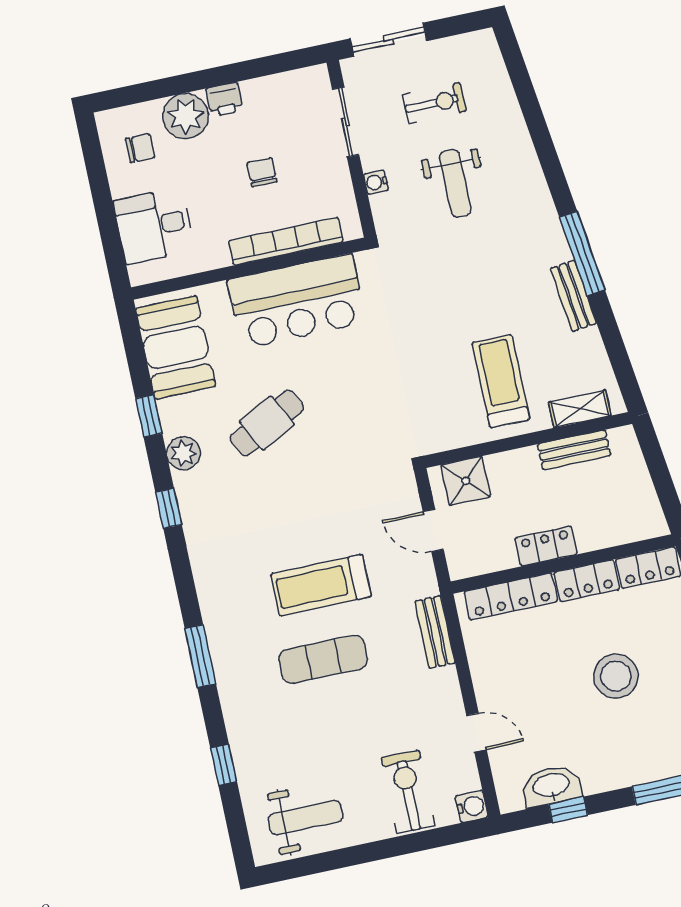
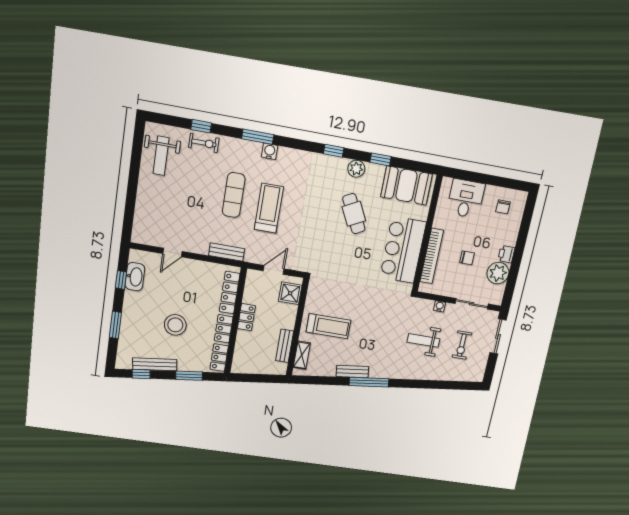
plant: (186, 116) -> (498, 273), moved
exercise bike: (408, 792) -> (204, 143), moved, width x0.73, depth x0.72
water cooler: (472, 806) -> (270, 151), moved, turned 180

